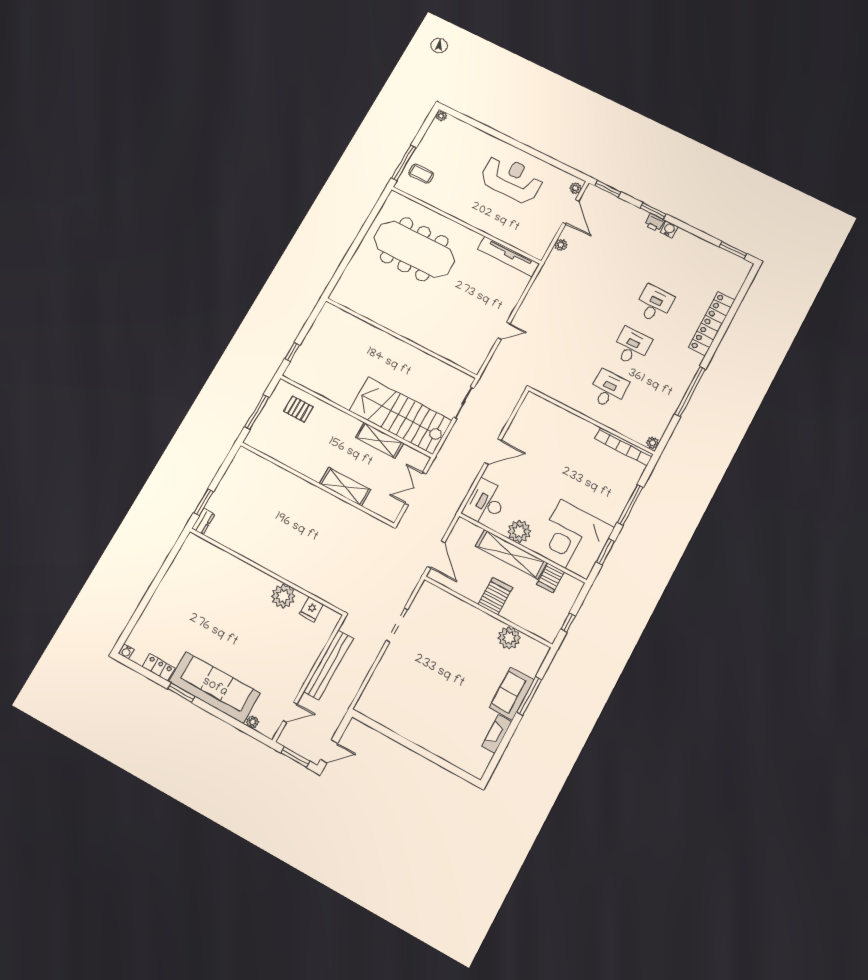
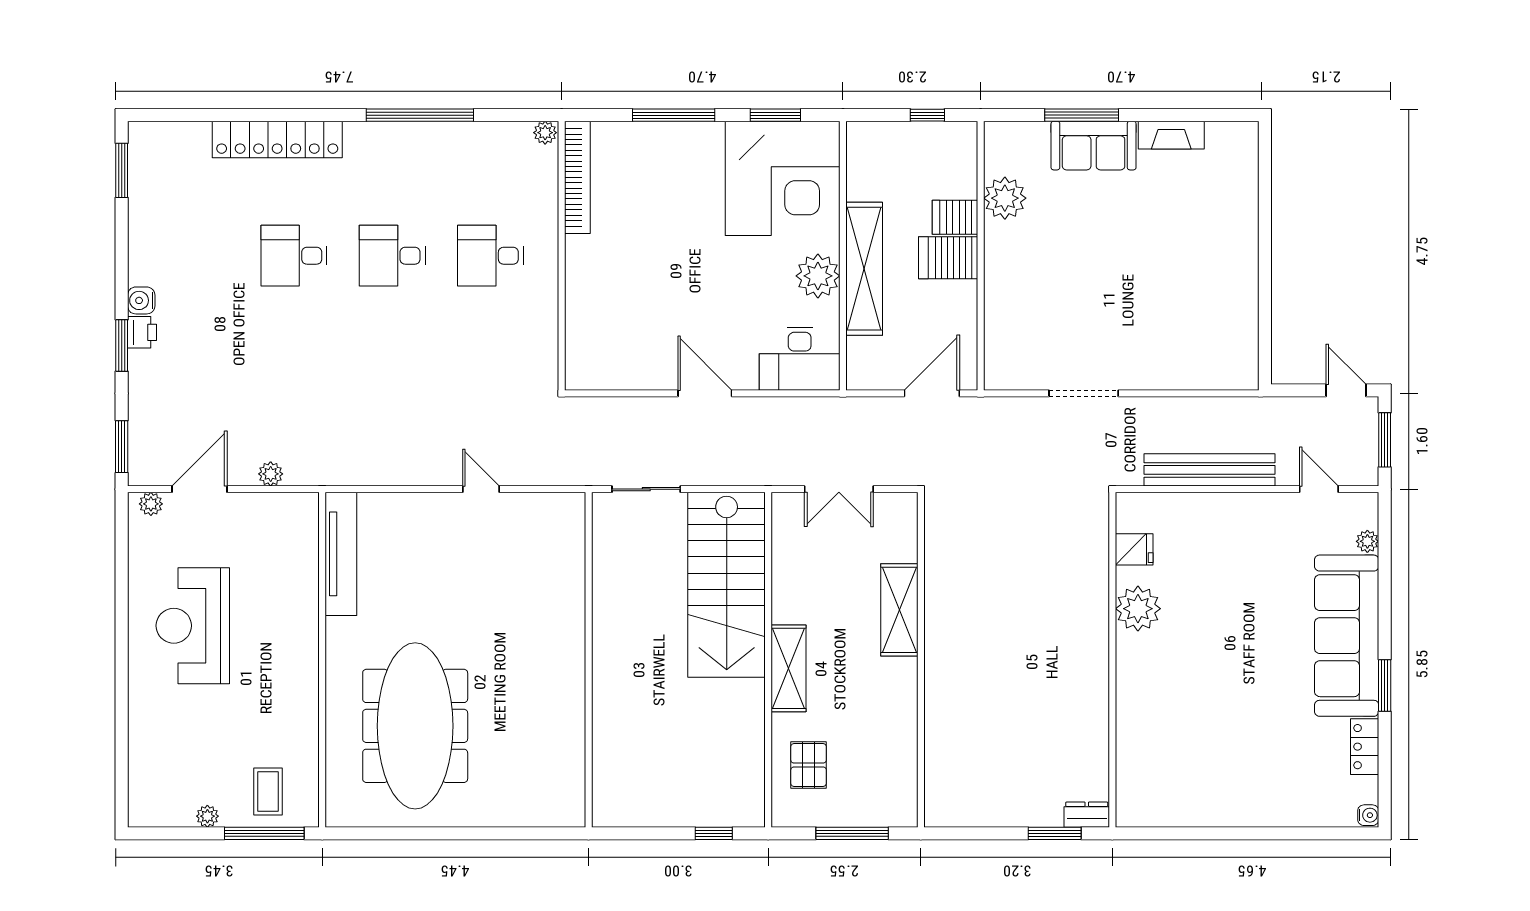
plant: (441, 116) -> (207, 816), moved
shelving: (380, 440) -> (789, 668), moved
server rack: (551, 578) -> (955, 217), moved, turned 180

